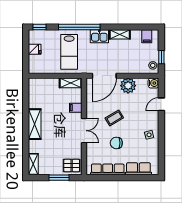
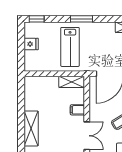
window: (79, 27) -> (81, 19), width x0.47
kitchen sink: (99, 36) -> (104, 29), removed

